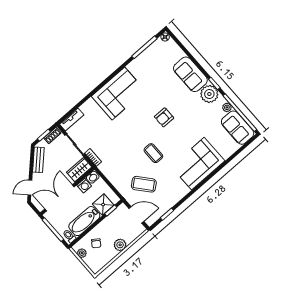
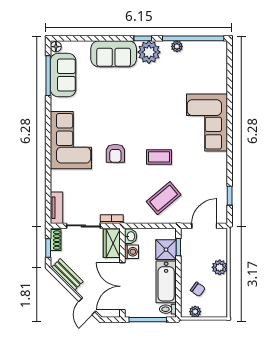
armchair: (164, 117) -> (115, 153), moved
sofa: (238, 128) -> (63, 75), moved, turned -90
coffee table: (144, 184) -> (164, 198), moved

